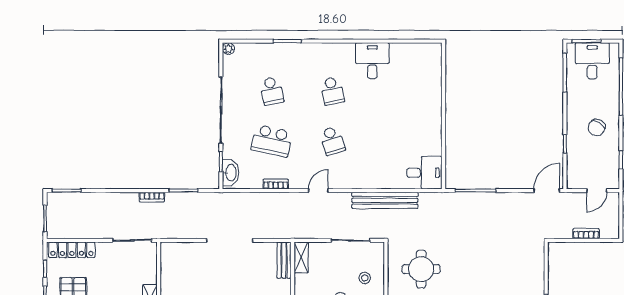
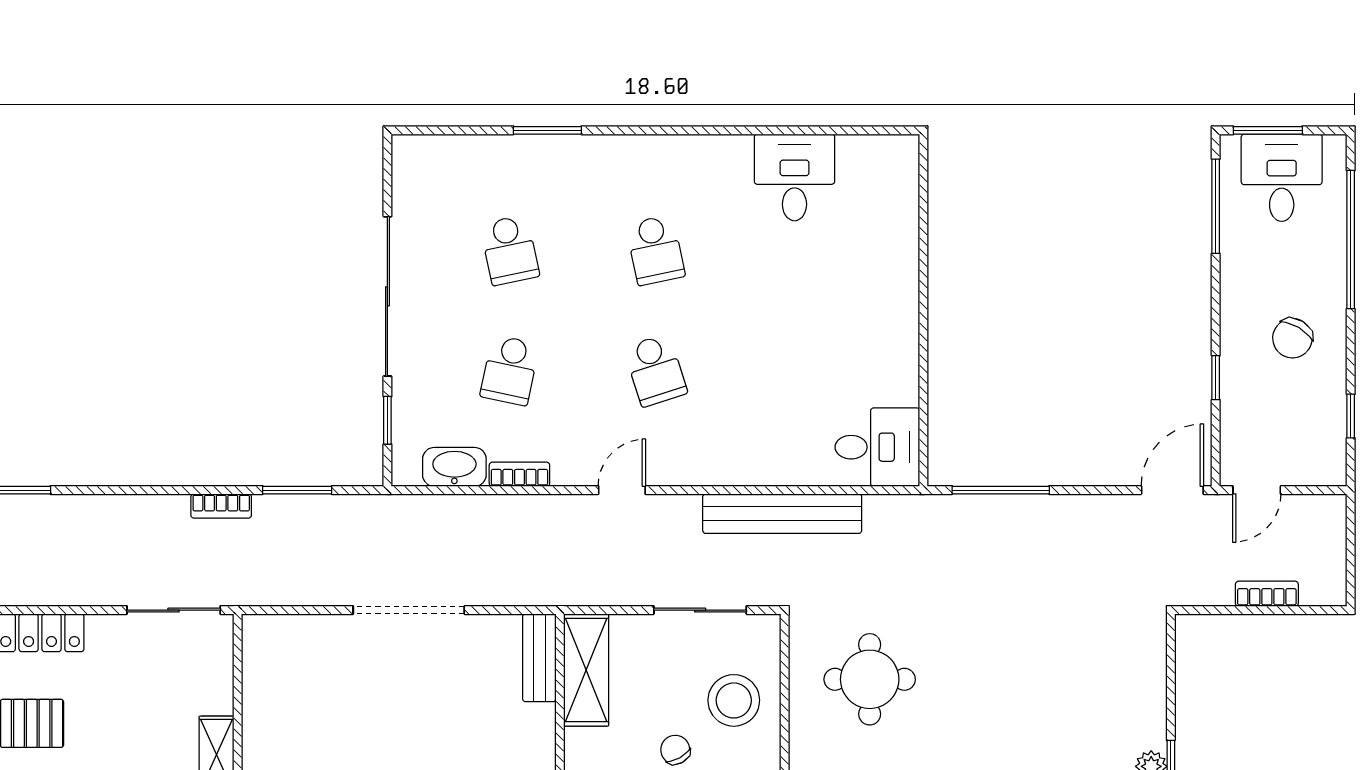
plant: (228, 49) -> (405, 148), removed
desk: (372, 61) -> (794, 177), moved
school desk: (272, 141) -> (510, 370), width x0.54
washbasin: (231, 173) -> (454, 467), moved, turned -90
door: (597, 191) -> (1257, 490), moved
shelving: (301, 257) -> (586, 670), width x1.50, depth x1.33
stool: (365, 278) -> (734, 700), width x1.89, depth x1.89

